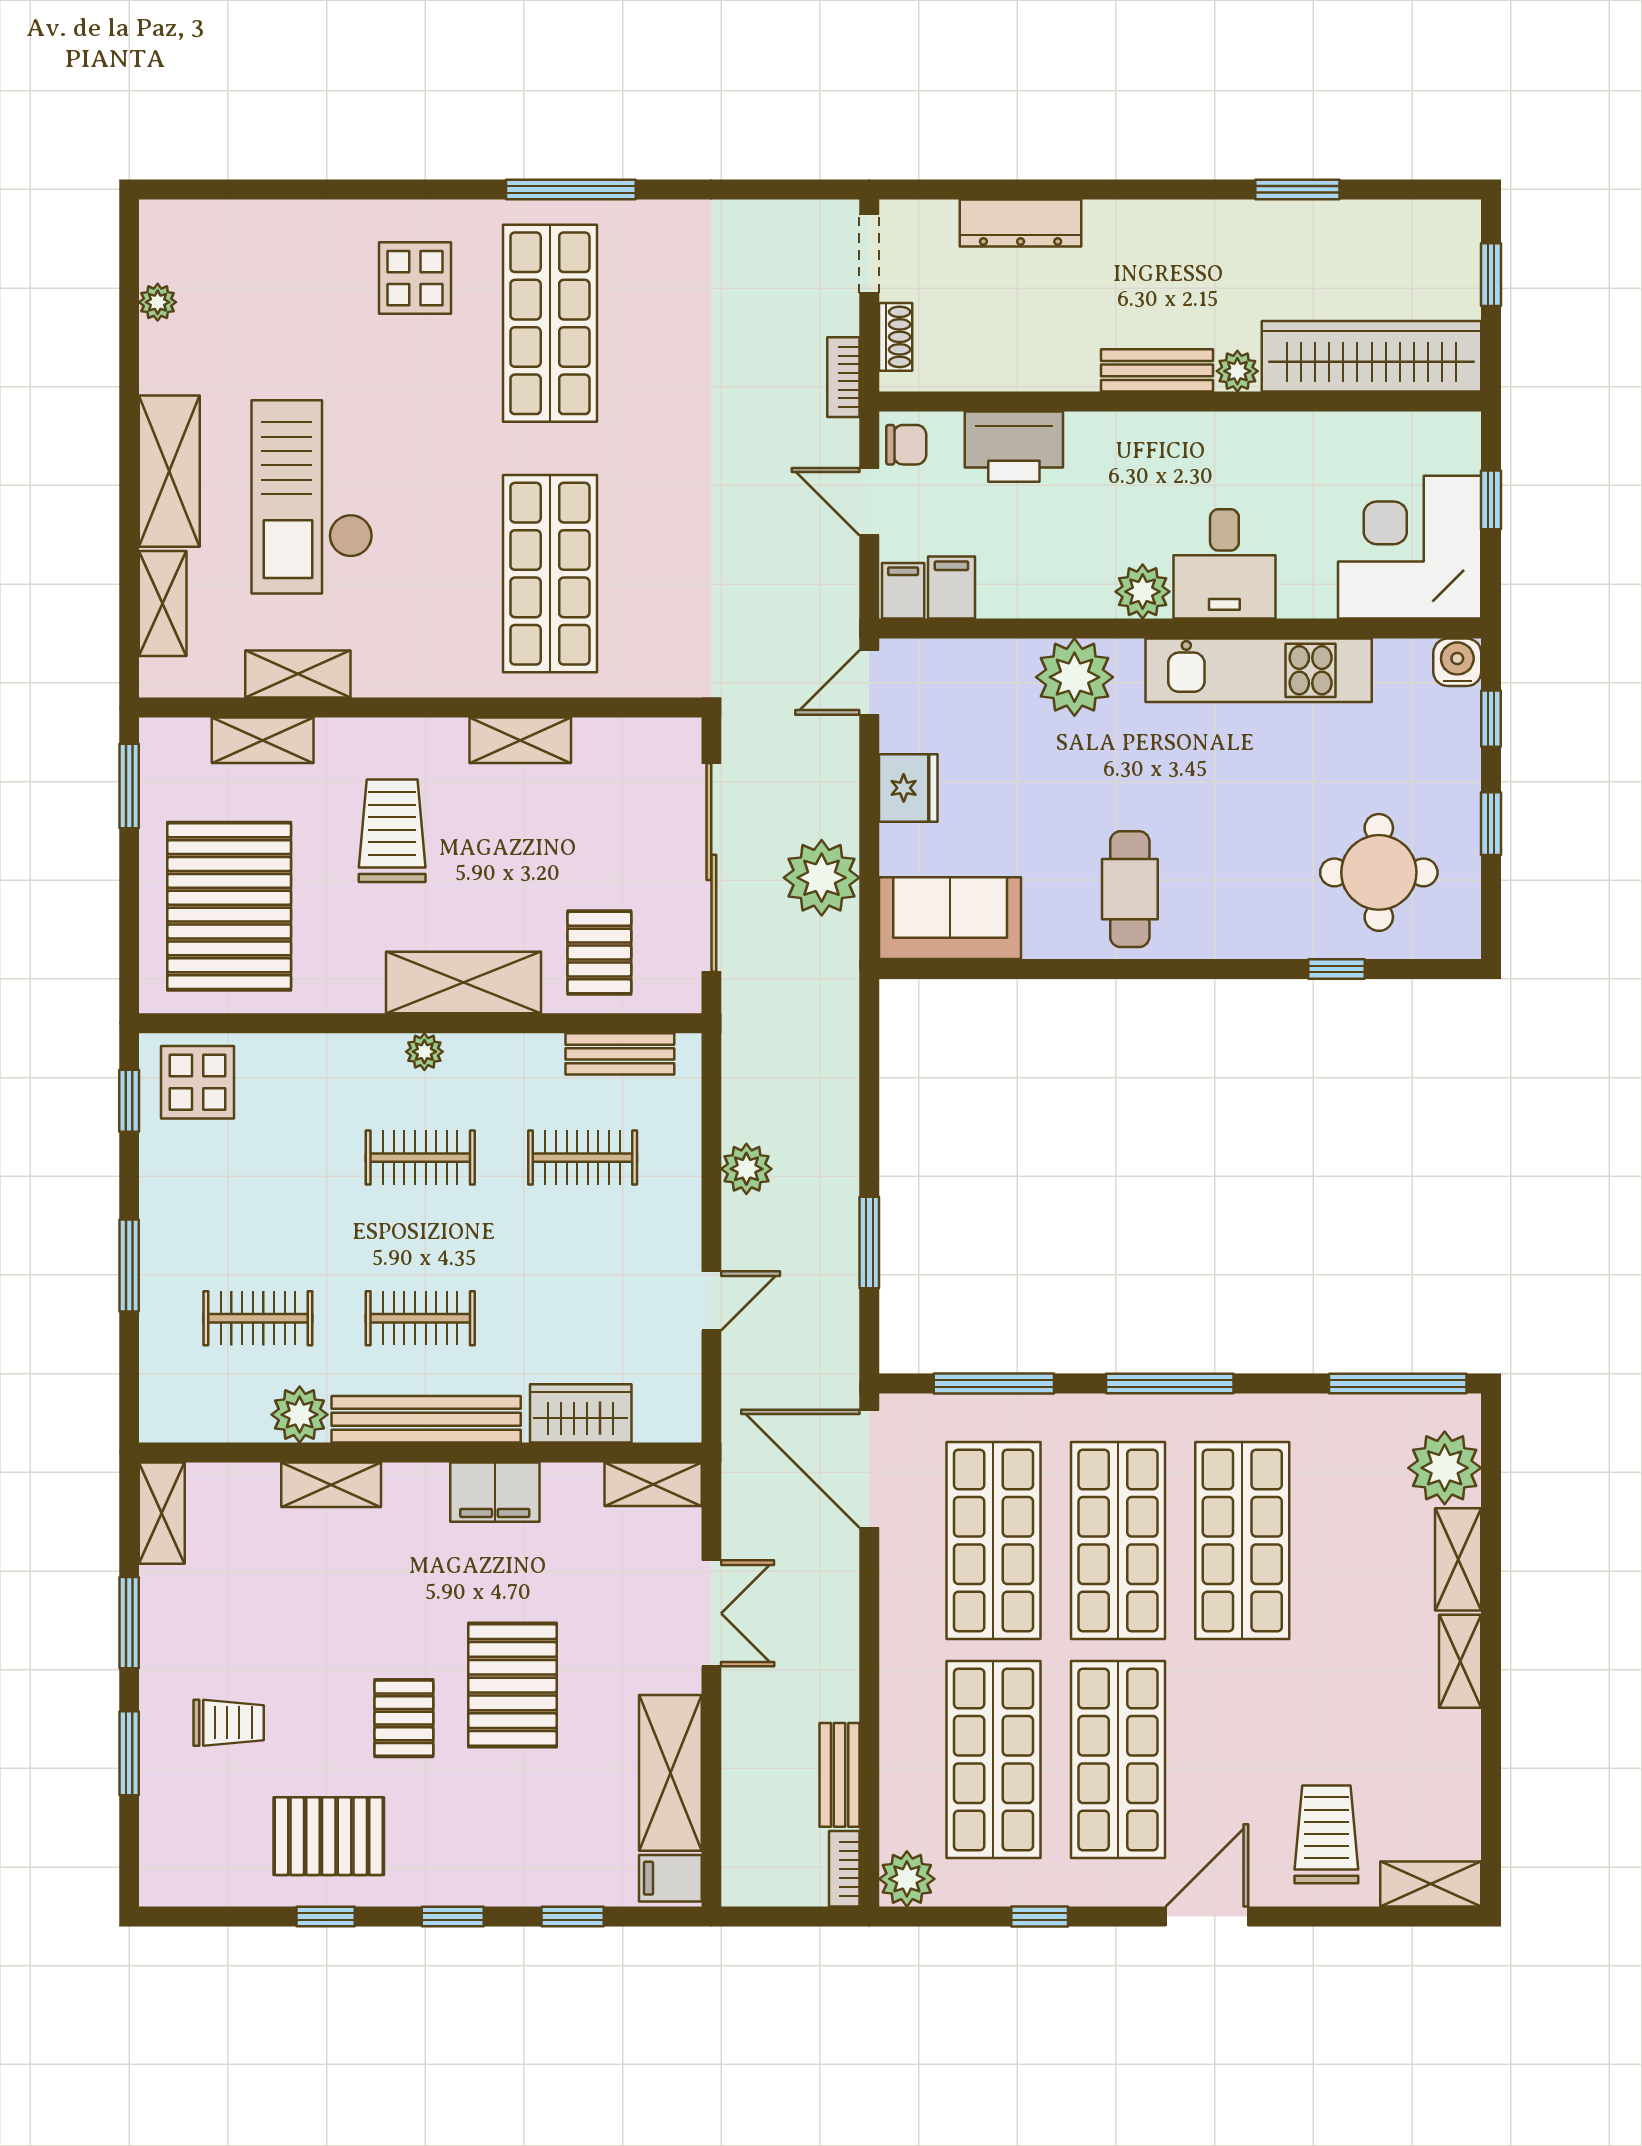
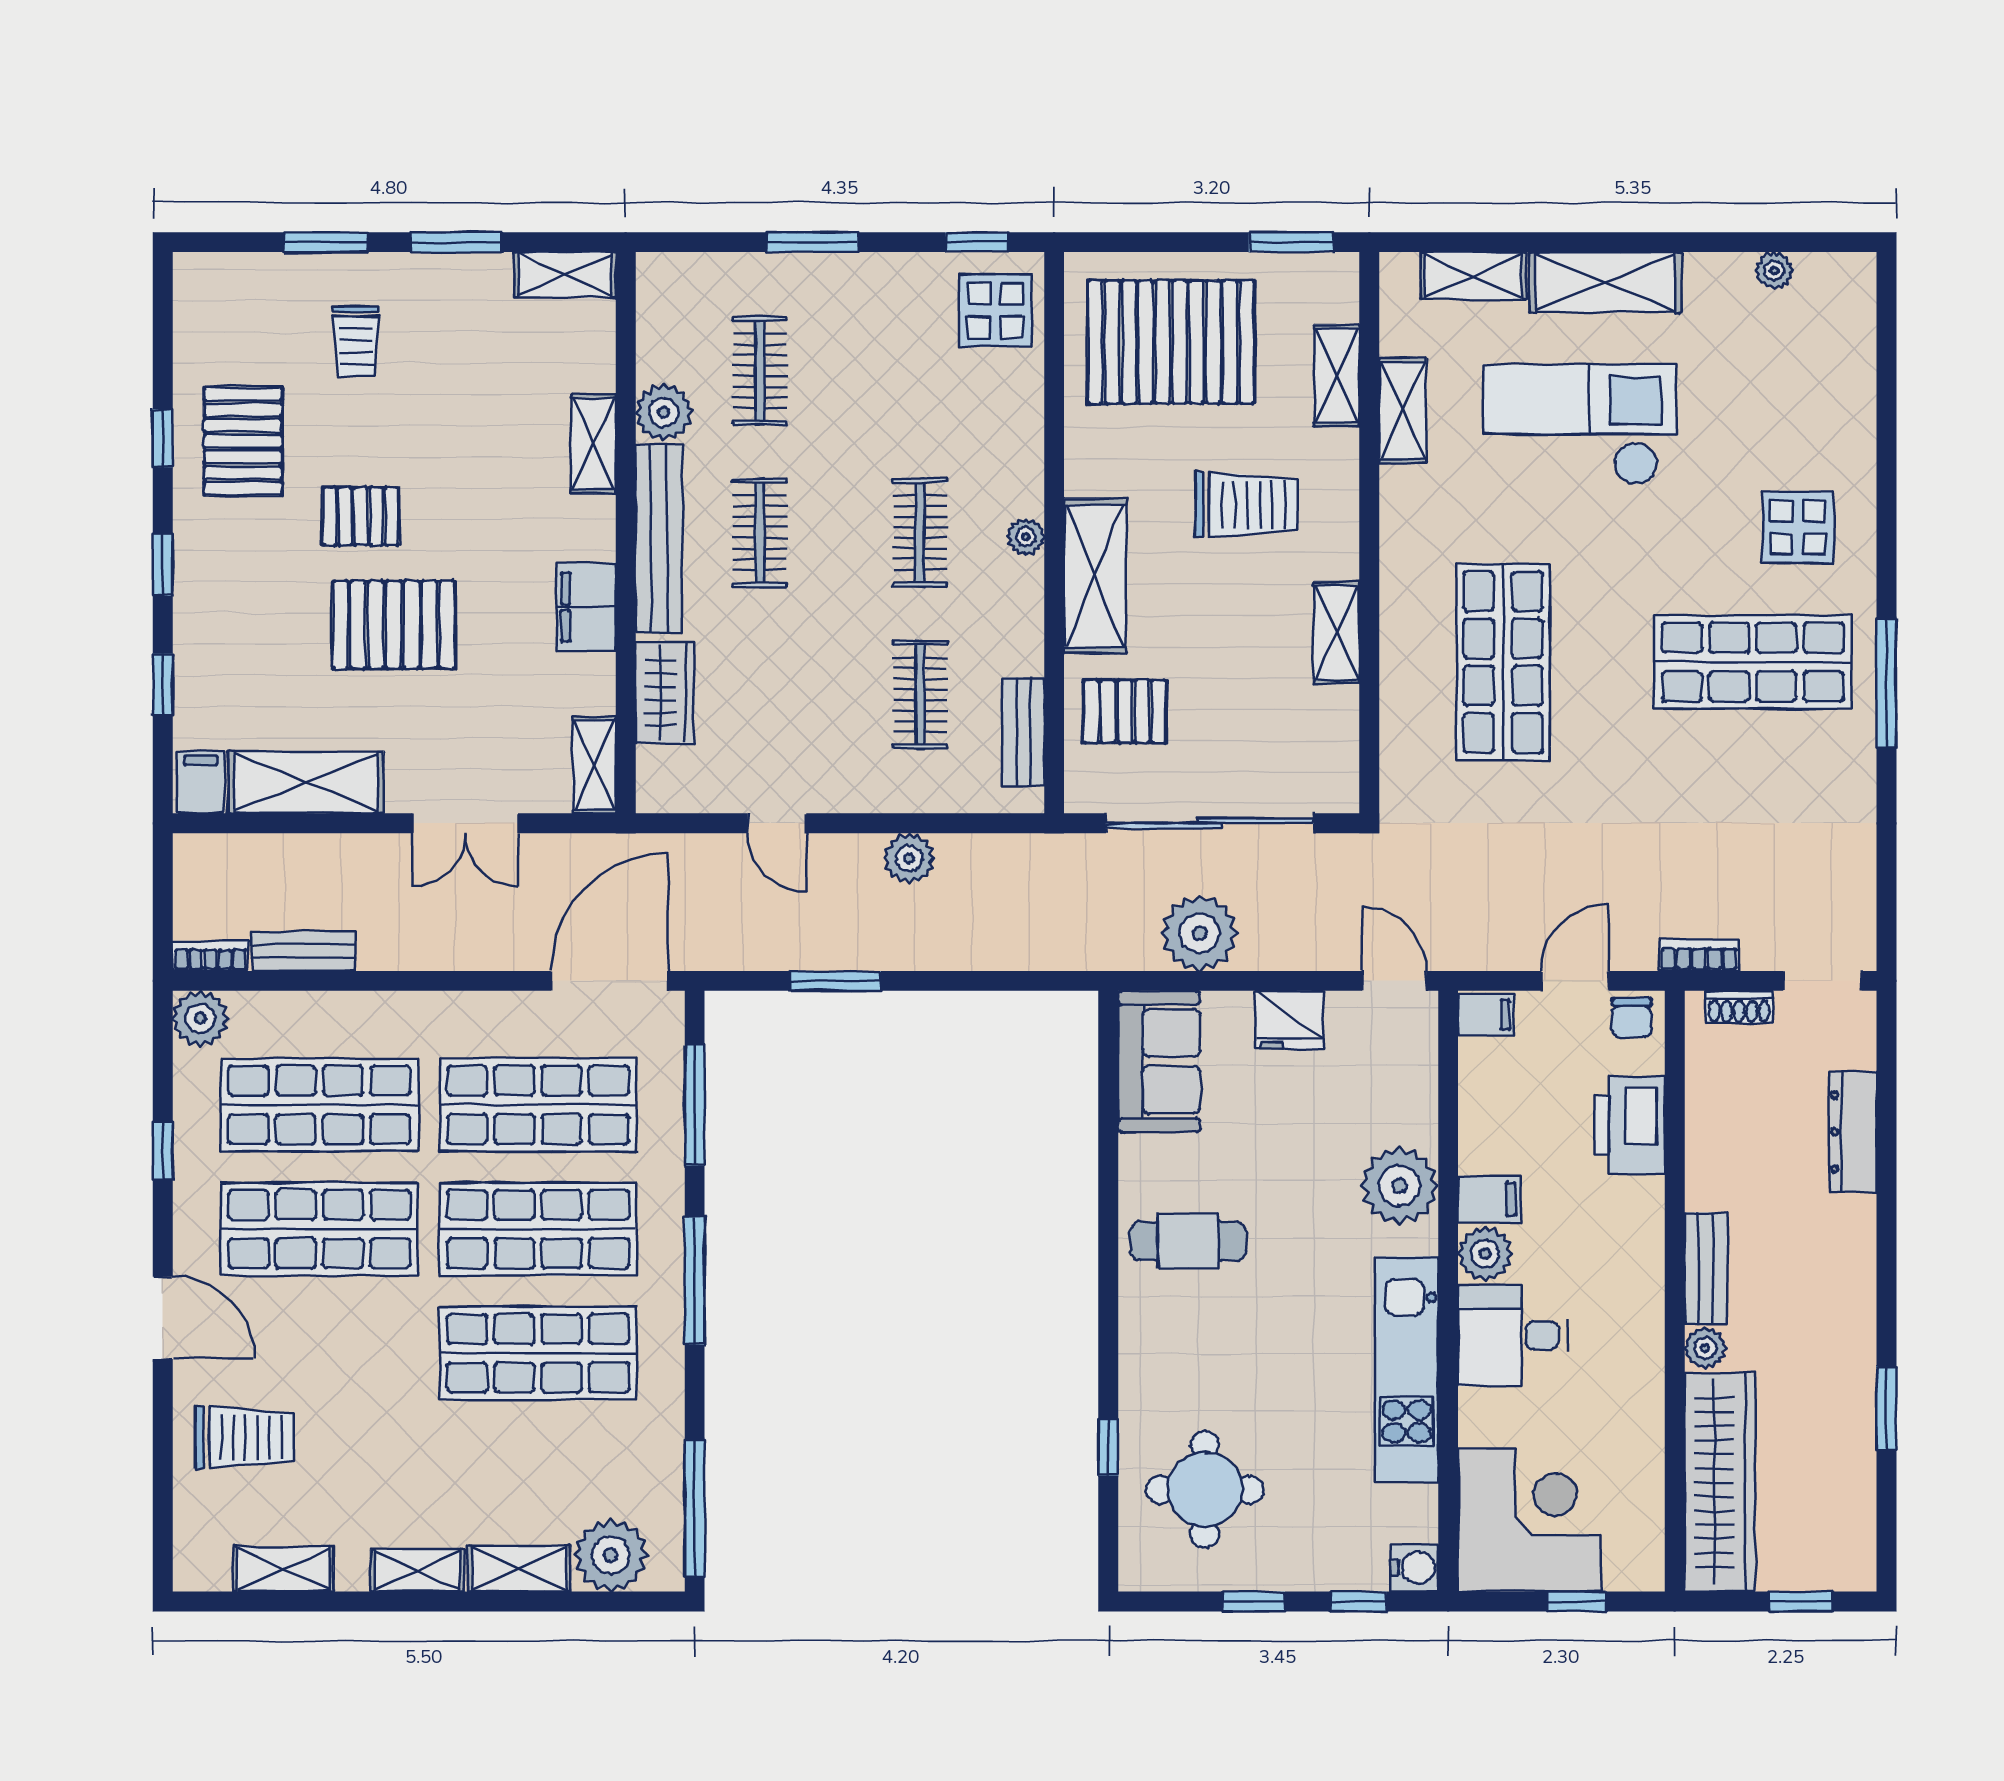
shop shelf: (550, 574) -> (1503, 662), turned 90
filing cabinet: (951, 588) -> (1489, 1199), moved
shelving: (1431, 1884) -> (284, 1569), moved, turned 90

